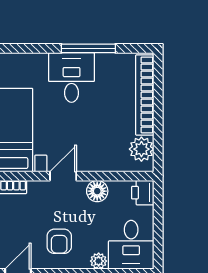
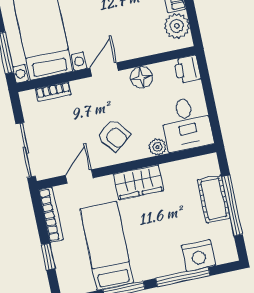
armchair: (59, 241) -> (114, 136), turned -39

